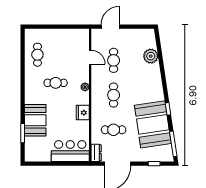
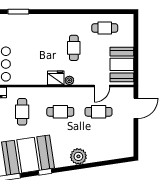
door: (110, 27) -> (136, 108), hinge flipped
plant: (151, 56) -> (78, 156), moved
fridge: (83, 113) -> (56, 78), moved
booth: (35, 120) -> (122, 64), moved, turned 90

